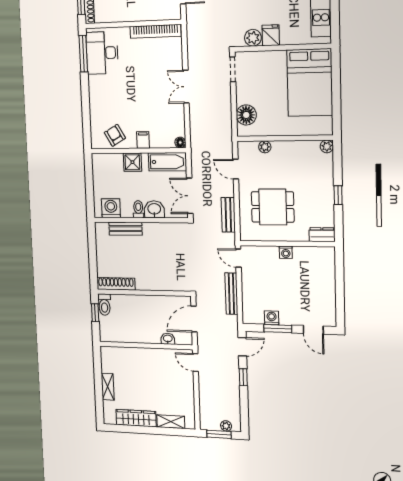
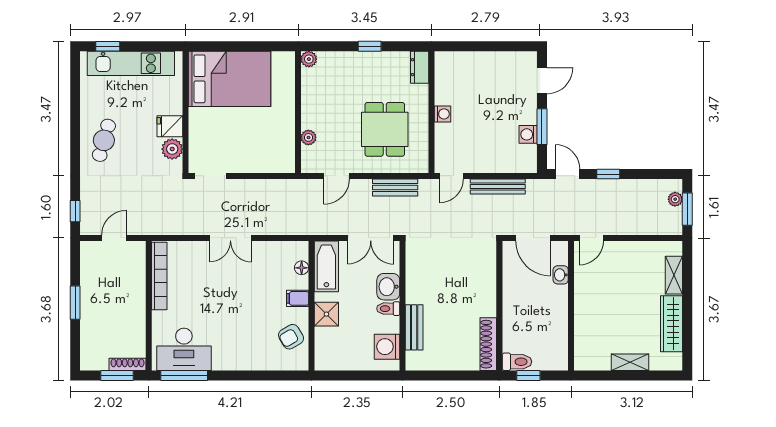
floor lamp: (246, 115) -> (268, 160), removed
floor lamp: (180, 142) -> (302, 268), moved

